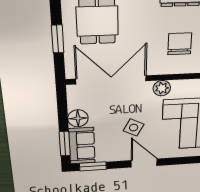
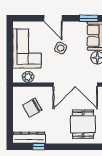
chair: (180, 44) -> (32, 108), turned 60
plant: (162, 88) -> (28, 77), moved

